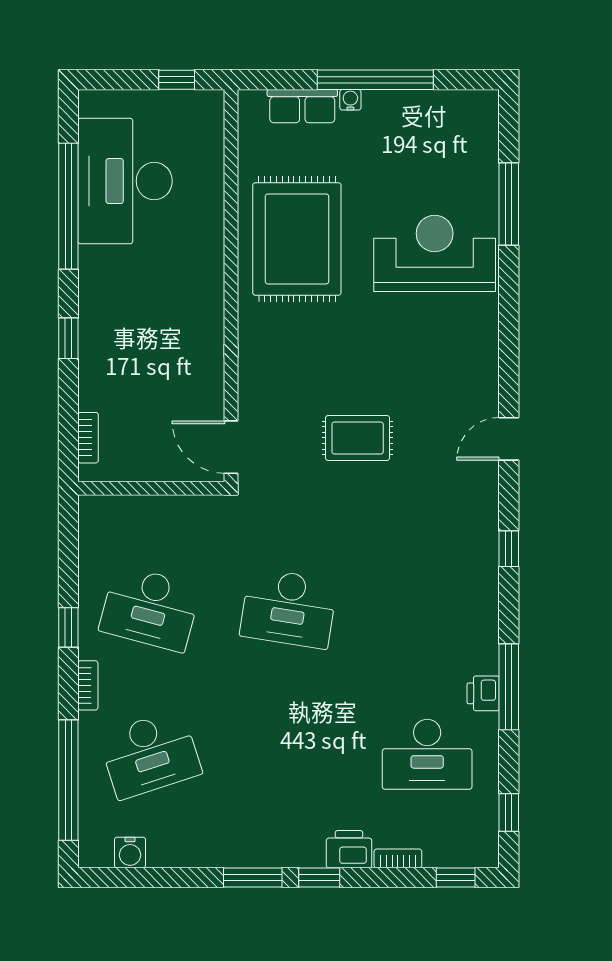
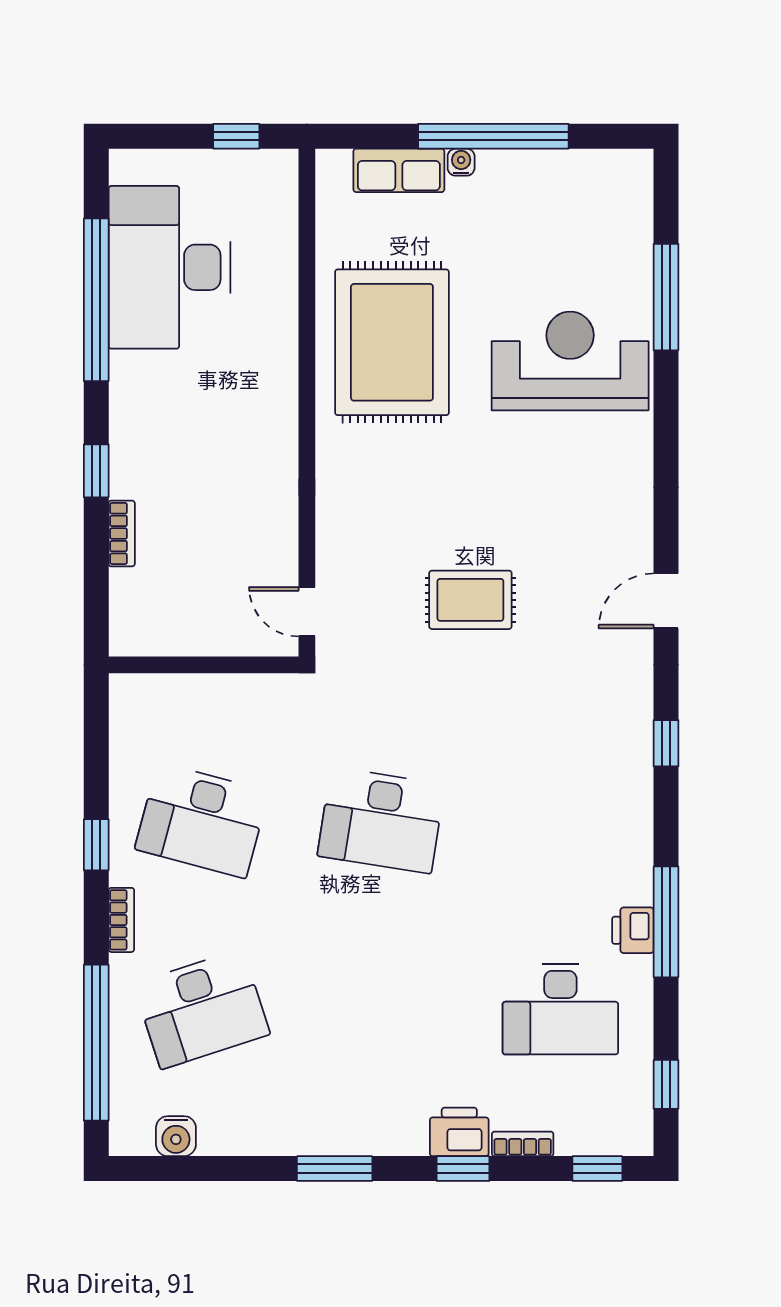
bookcase: (88, 438) -> (122, 533), moved
door: (231, 447) -> (307, 612), width x0.73
window: (319, 878) -> (463, 1169), moved

